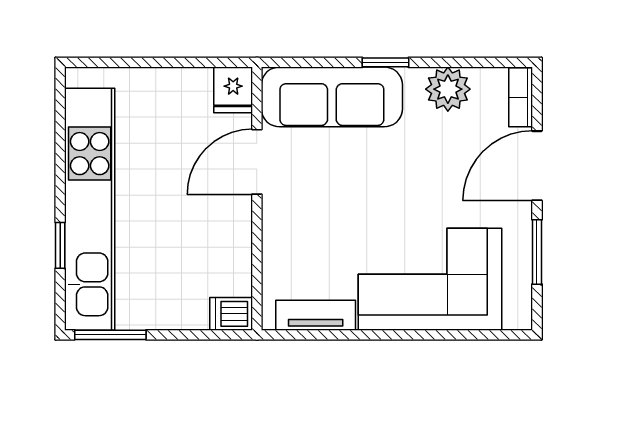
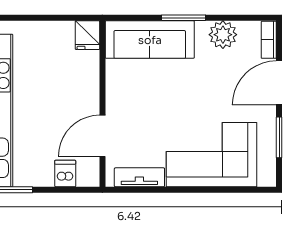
window: (385, 62) -> (184, 18), width x1.50
door: (257, 162) -> (102, 136), moved
dishwasher: (231, 314) -> (65, 173), moved, turned 90

